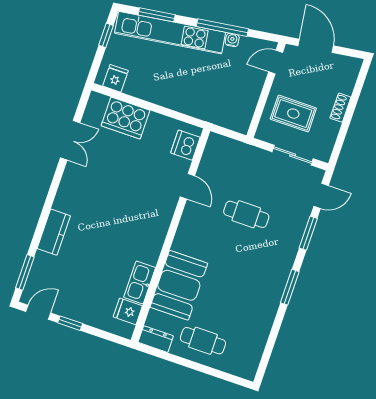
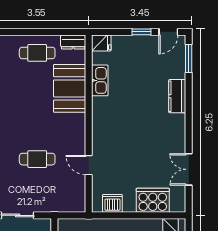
dishwasher: (185, 145) -> (112, 203), moved, turned -90
fridge: (128, 311) -> (101, 43), moved

